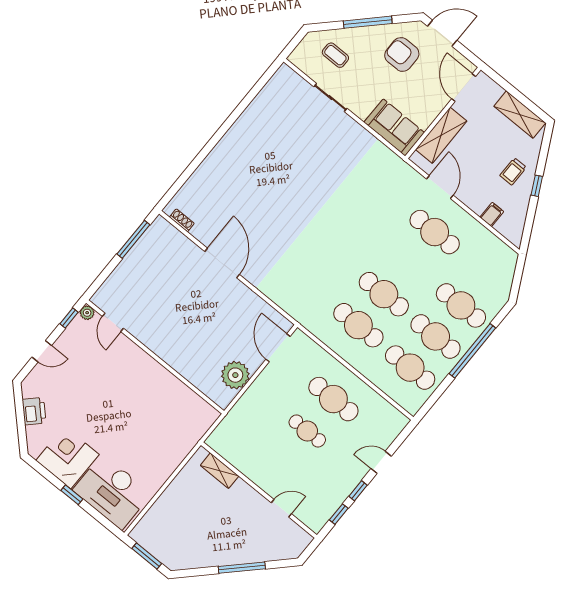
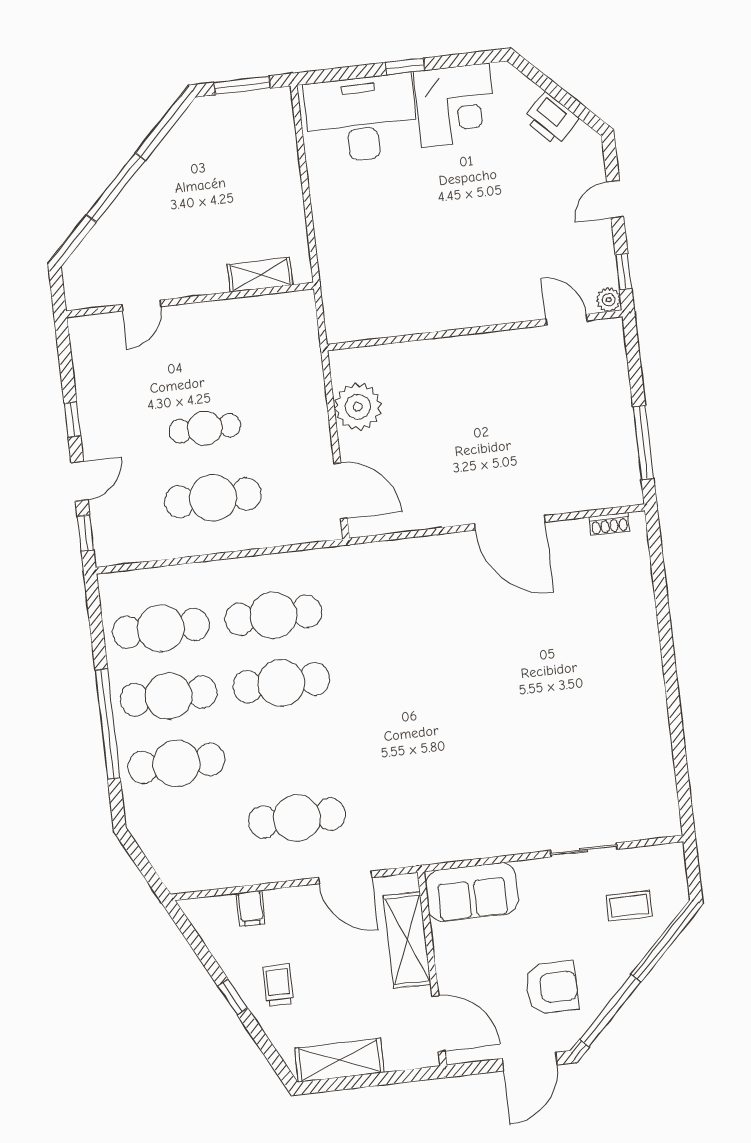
window: (368, 22) -> (610, 1011), moved
window: (339, 514) -> (85, 533), moved

